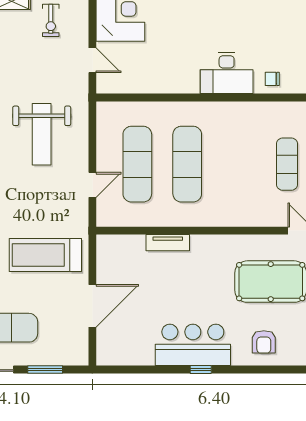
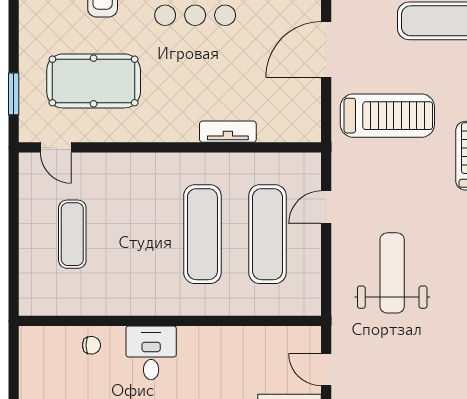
desk: (227, 73) -> (151, 353), width x0.73

